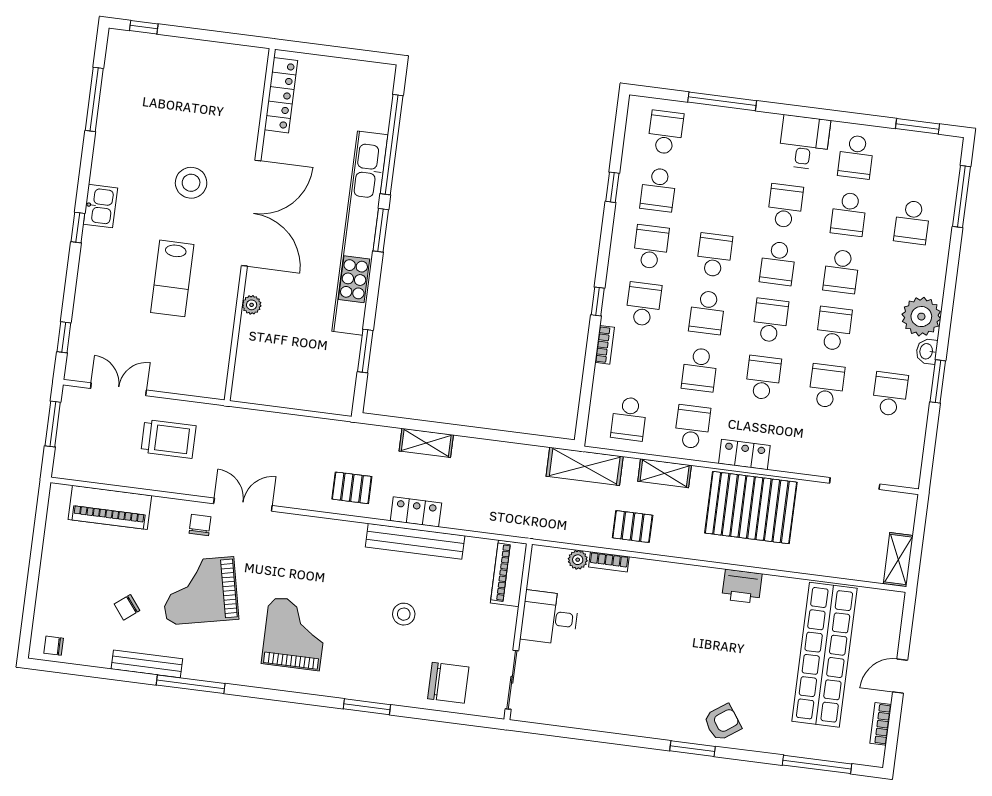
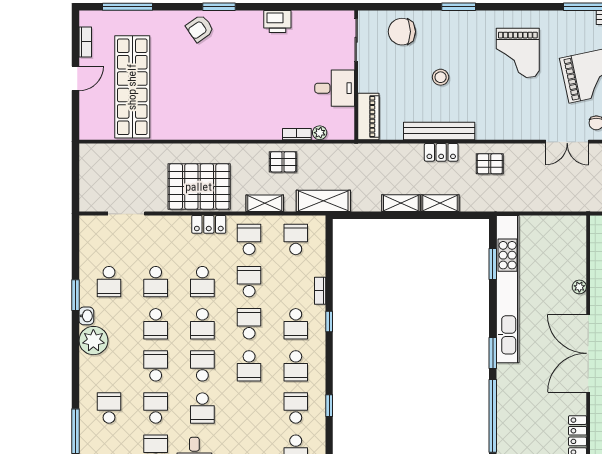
kitchen unit: (360, 233) -> (508, 289), moved
school desk: (692, 427) -> (249, 239), turned 180
shelving: (898, 560) -> (401, 203), moved, turned 90
printer: (742, 586) -> (277, 21), moved, turned 180

